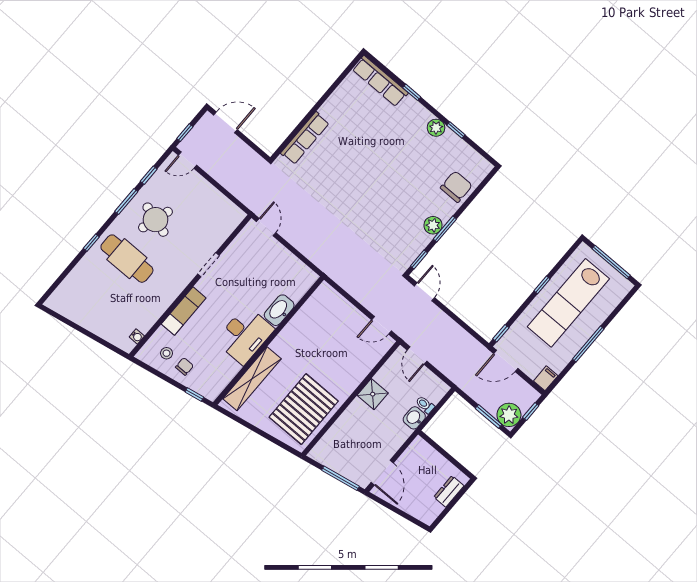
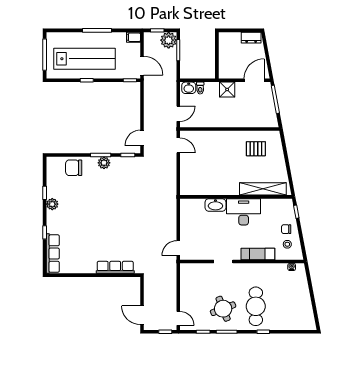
round table: (155, 220) -> (223, 309), turned -38
shower: (373, 394) -> (227, 90), moved
pallet: (304, 409) -> (256, 149), width x0.49, depth x0.50
washbasin: (414, 418) -> (189, 88), moved
dresser: (449, 491) -> (251, 38), moved

